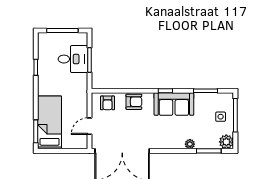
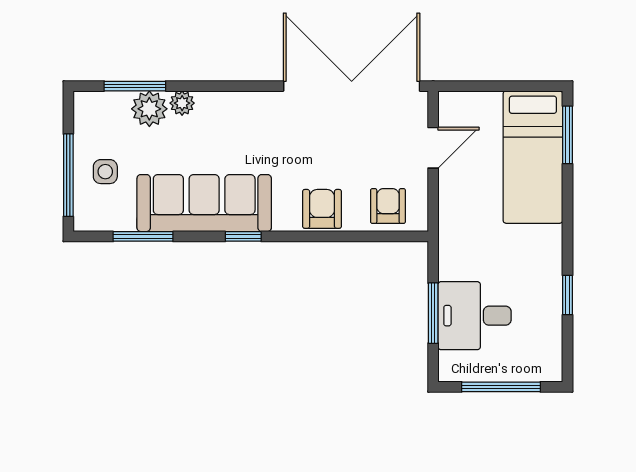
armchair: (134, 102) -> (322, 209), turned 90
sofa: (174, 104) -> (204, 203), width x1.36
plant: (226, 142) -> (149, 109), moved

